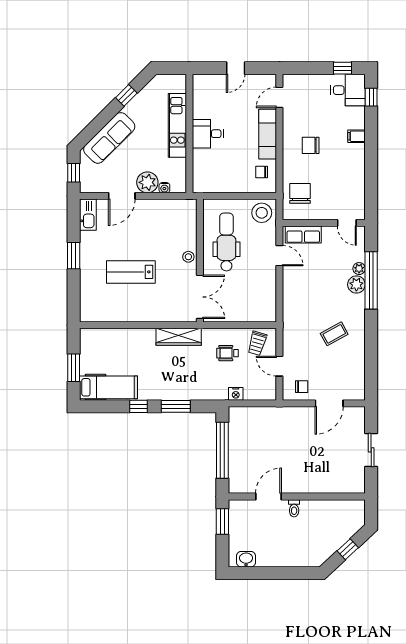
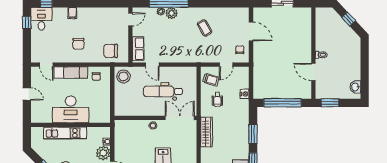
desk: (208, 134) -> (71, 109), width x1.87, depth x1.30
dental chair: (226, 242) -> (163, 91), moved
door: (279, 256) -> (152, 65), swing flipped

